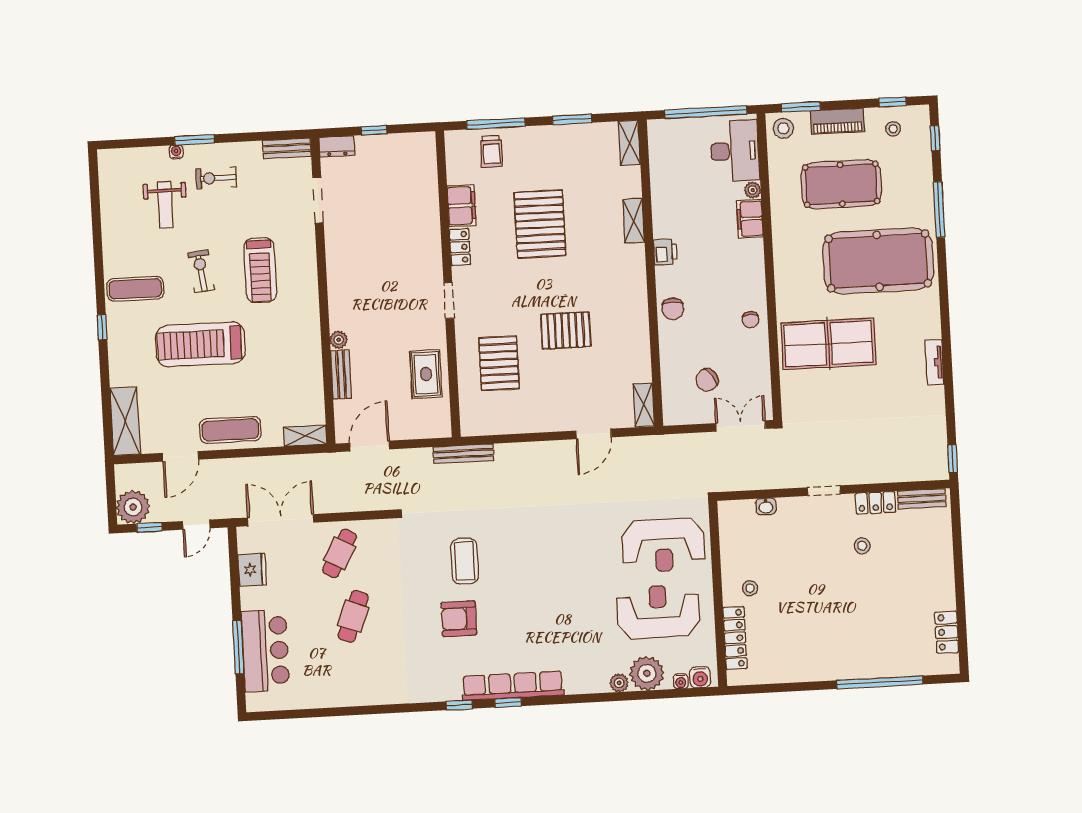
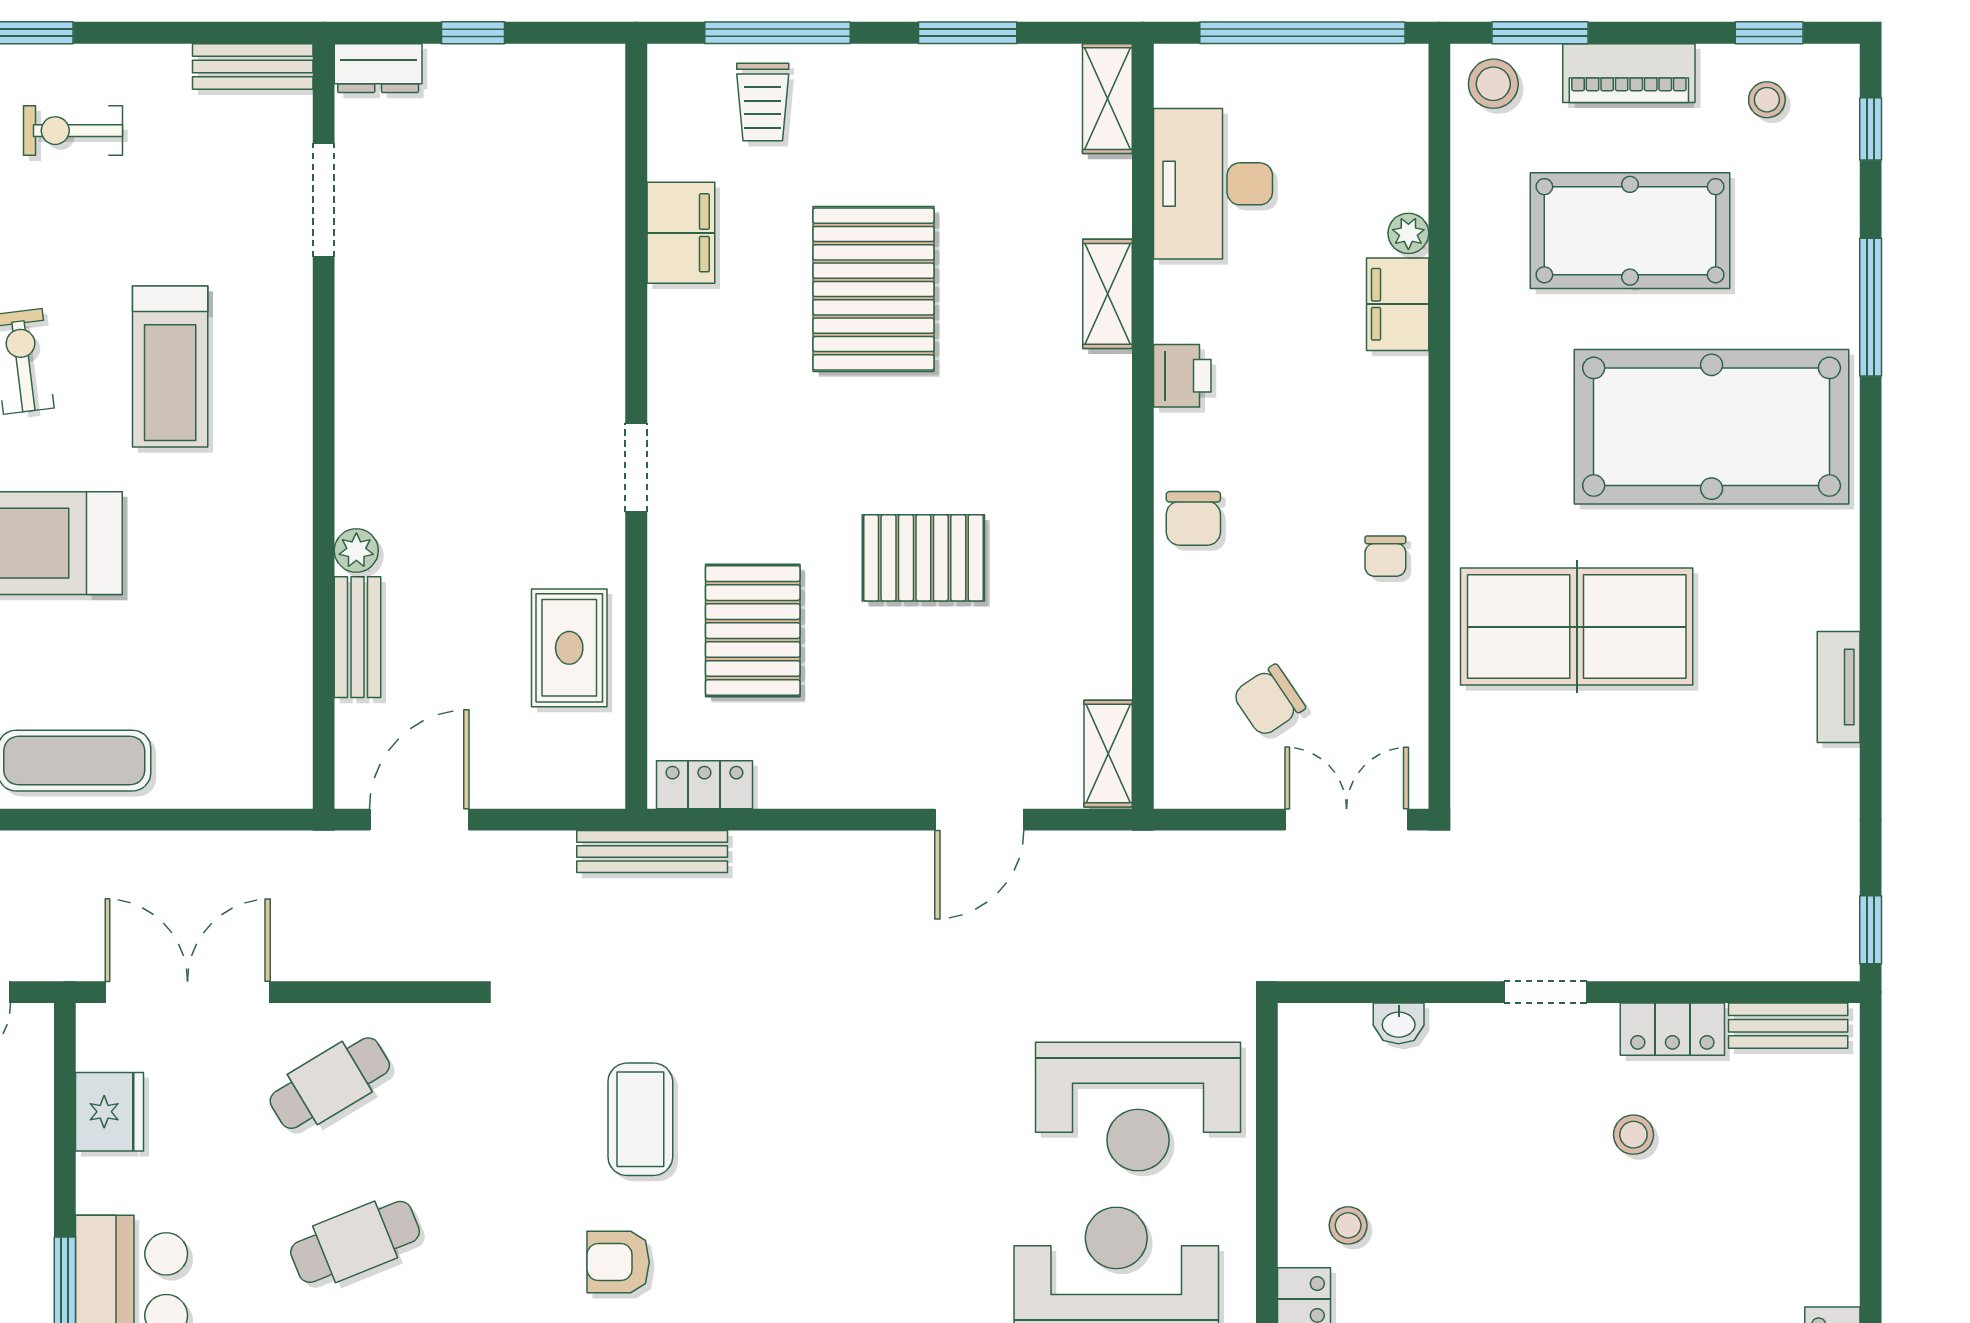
desk: (735, 151) -> (1213, 184), moved, turned 180
locker: (460, 247) -> (704, 785), moved, turned -90
shelving: (305, 436) -> (260, 785), removed
cafe table: (340, 553) -> (330, 1083), turned 30
cafe table: (353, 616) -> (355, 1242), turned 47
armchair: (459, 619) -> (618, 1262), width x0.72, depth x0.72

